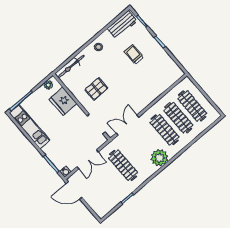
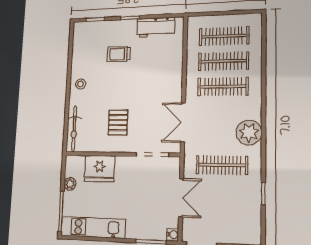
workbench: (122, 25) -> (156, 27), moved, turned 90
plant: (48, 85) -> (70, 184), moved
plant: (159, 158) -> (249, 133), moved

